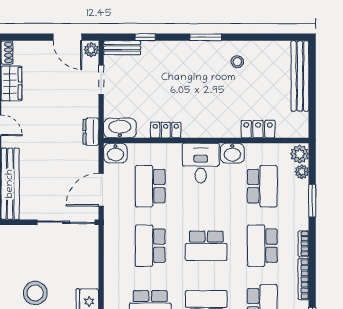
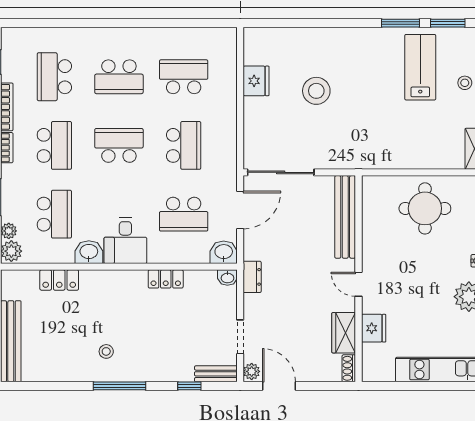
window: (206, 37) -> (119, 386), width x1.44
stool: (237, 62) -> (106, 351), moved
washbasin: (120, 128) -> (227, 278), width x0.52, depth x0.69
school desk: (150, 186) -> (184, 214), turned 90
school desk: (262, 186) -> (54, 214), turned 180

